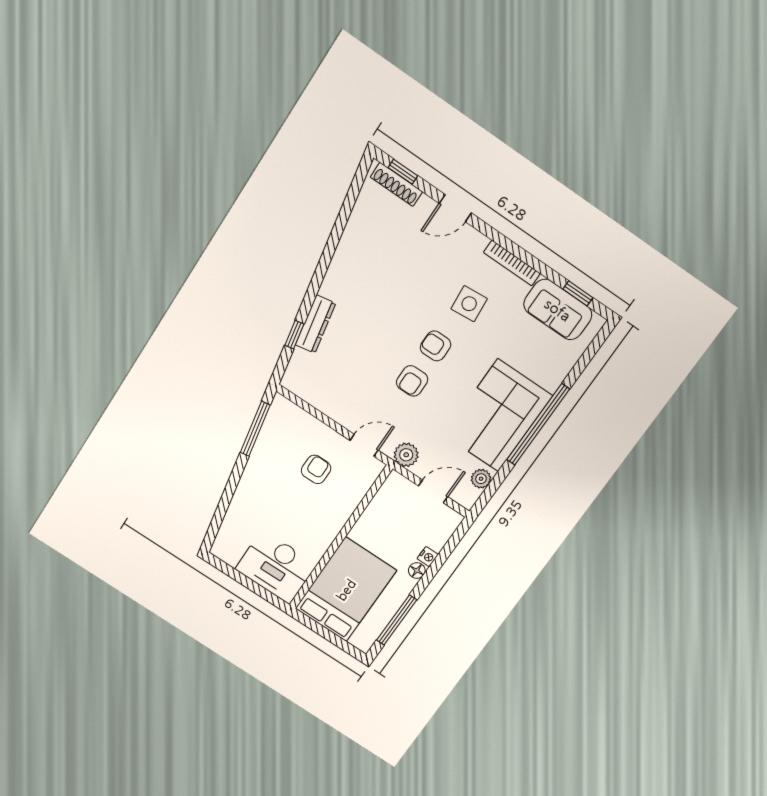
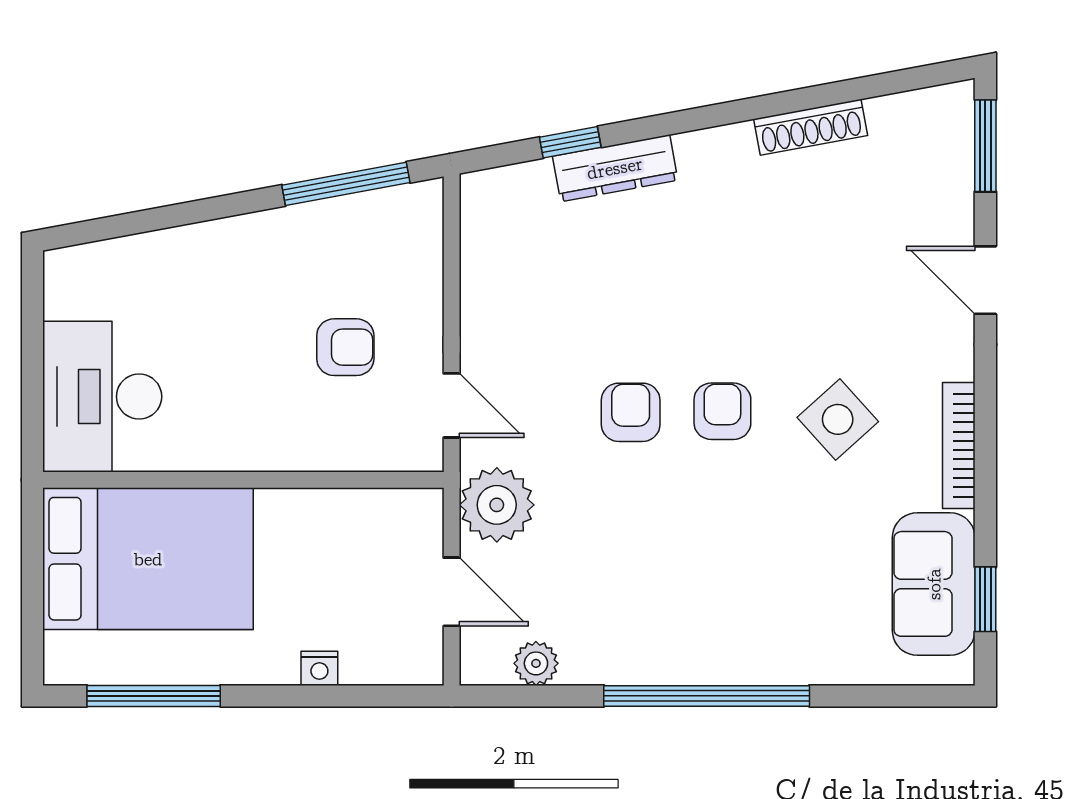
window: (403, 172) -> (985, 146), width x1.50
shoe rack: (396, 184) -> (811, 127), moved, turned -100
side table: (469, 304) -> (838, 419), turned -37
armchair: (412, 381) -> (631, 412), turned 90
corner sofa: (498, 416) -> (674, 612), removed
plant: (406, 455) -> (497, 505), width x1.36, depth x1.36
floor lamp: (417, 571) -> (278, 667), removed

